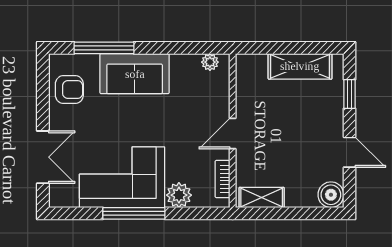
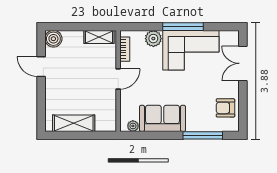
sofa: (135, 74) -> (163, 118), moved
window: (349, 94) -> (41, 105), removed

